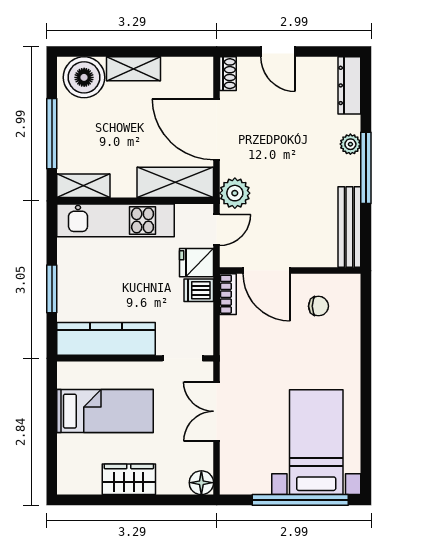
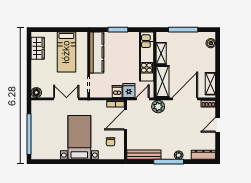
shelving: (134, 69) -> (210, 84), moved
boiler: (84, 77) -> (211, 43), width x0.54, depth x0.54
shelving: (83, 186) -> (161, 53), moved
door: (217, 230) -> (143, 99), swing flipped
bed with nightstands: (316, 442) -> (79, 137), moved, turned -90
wardrobe: (129, 479) -> (38, 48), moved

